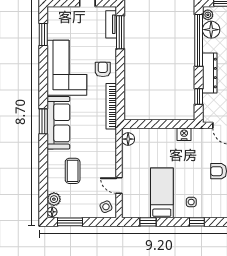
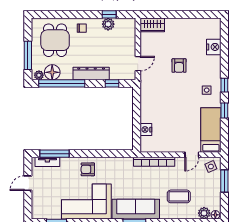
bookcase: (111, 106) -> (154, 162), moved
nightstand: (184, 134) -> (146, 130), moved
floor lamp: (128, 139) -> (150, 147), removed
bed: (162, 193) -> (211, 130), moved, turned 90
window: (70, 222) -> (224, 181), moved
window: (148, 222) -> (224, 110), moved

